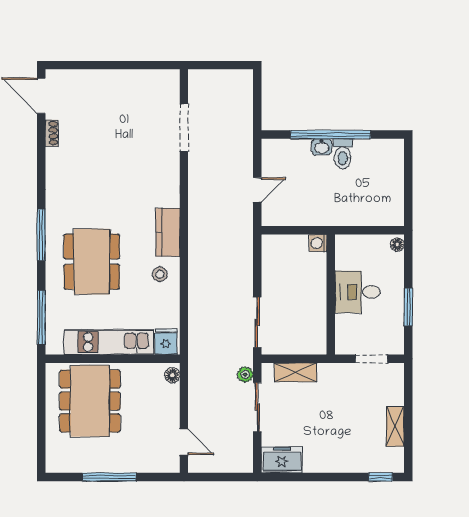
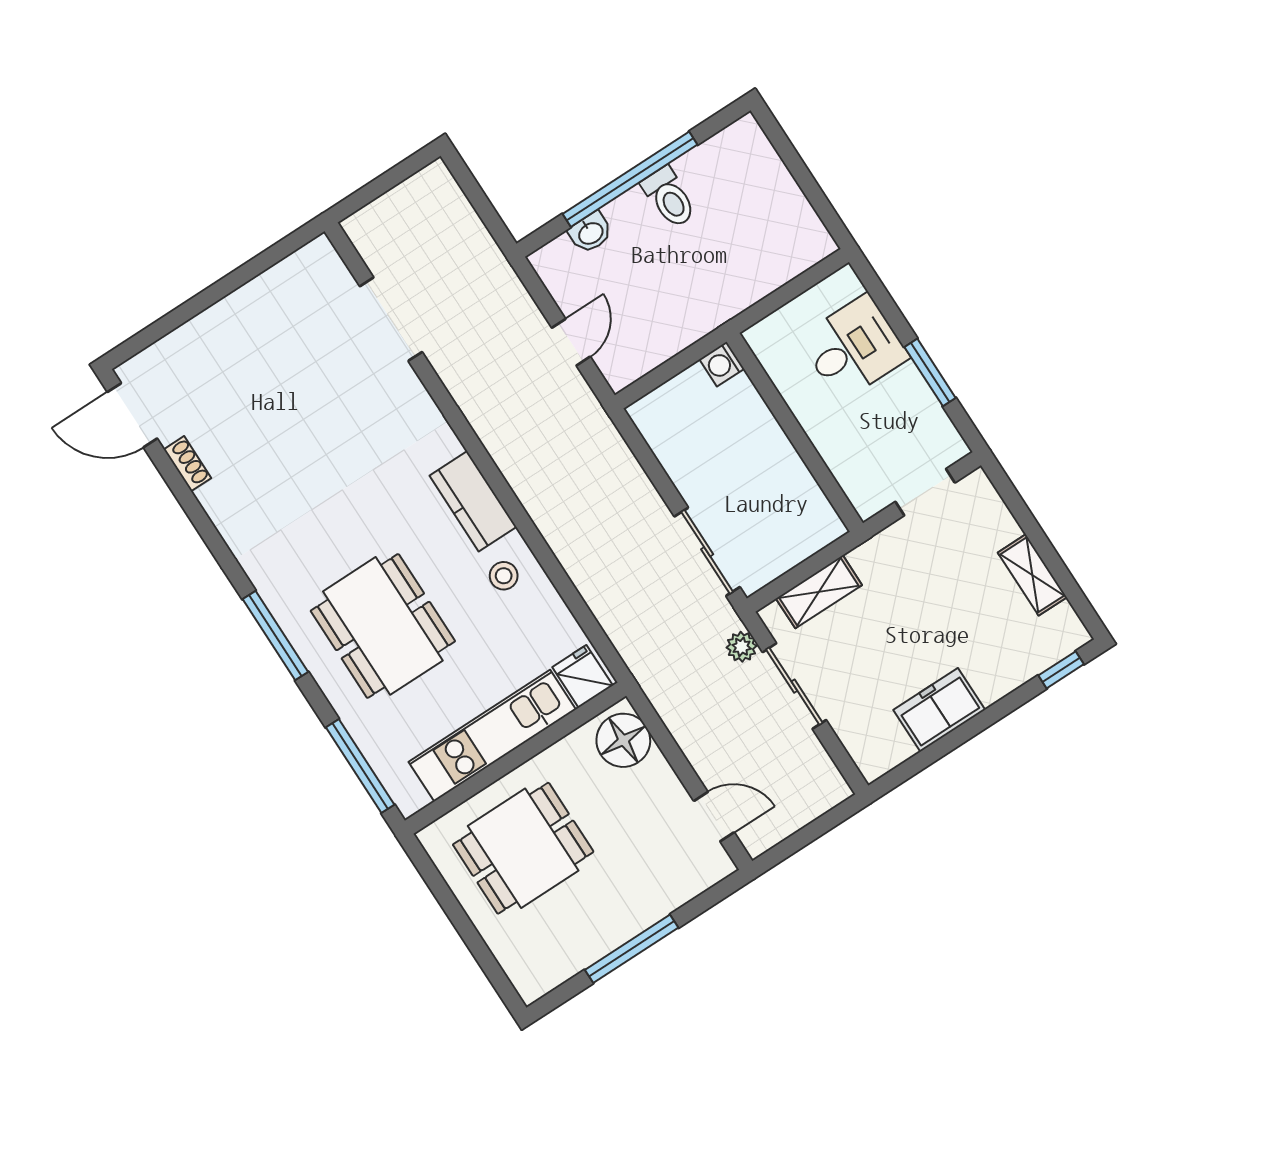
washbasin: (322, 147) -> (590, 233), moved
floor lamp: (397, 244) -> (849, 285), removed
desk: (357, 292) -> (854, 348), moved, turned 180
floor lamp: (172, 375) -> (623, 740), width x1.89, depth x1.89
dining table: (90, 401) -> (523, 848), width x0.73
freezer: (282, 460) -> (939, 710), moved

